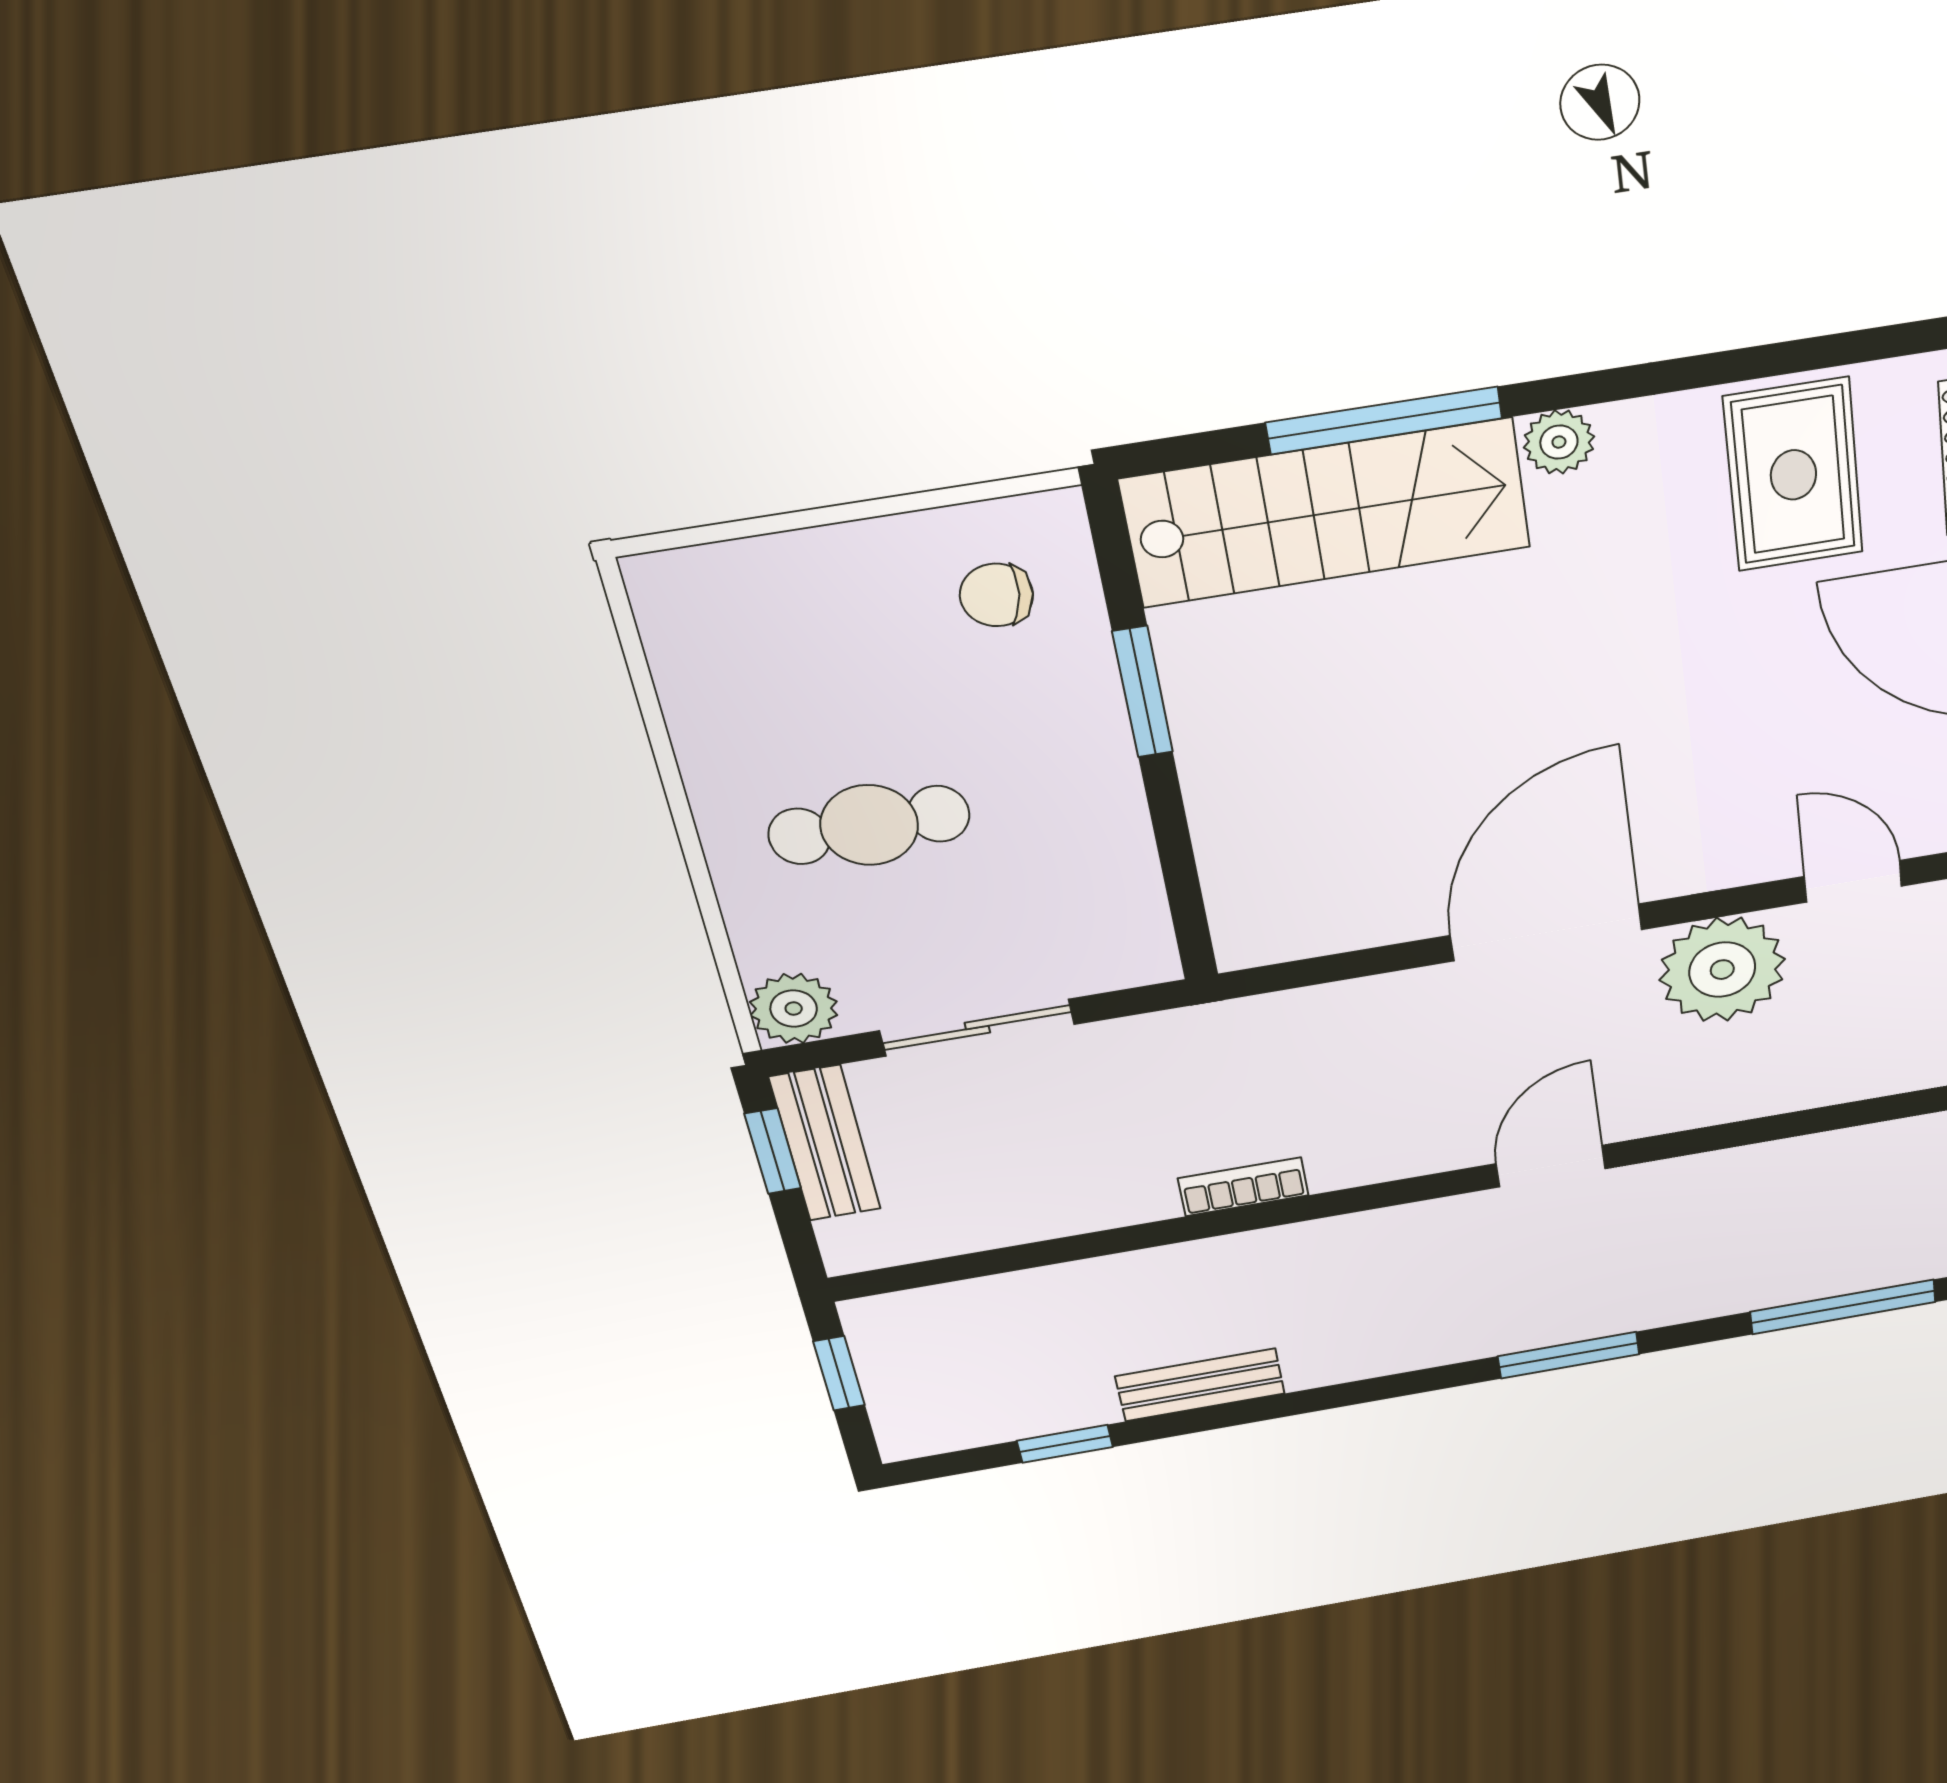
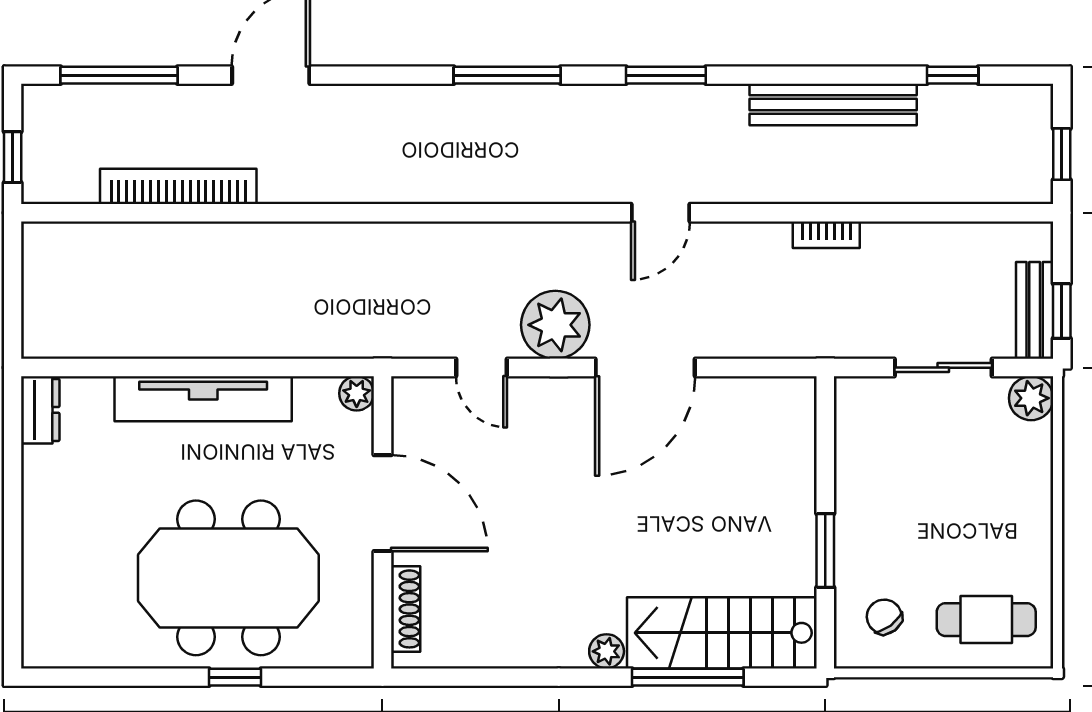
rug: (1793, 475) -> (495, 614), removed
chair: (996, 595) -> (884, 617), turned -135
cafe table: (869, 825) -> (986, 620), moved
bench: (1200, 1385) -> (833, 105), width x1.86, depth x1.21

